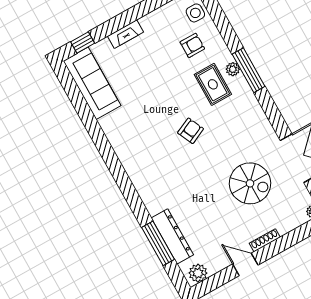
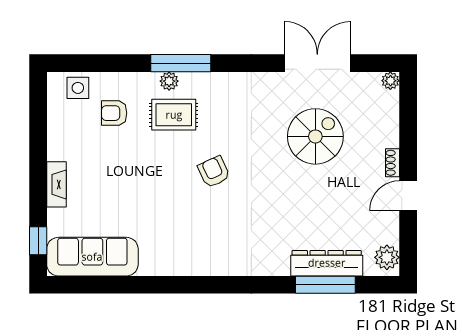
armchair: (192, 45) -> (114, 113), turned -90
shoe rack: (265, 240) -> (392, 163), width x0.70

